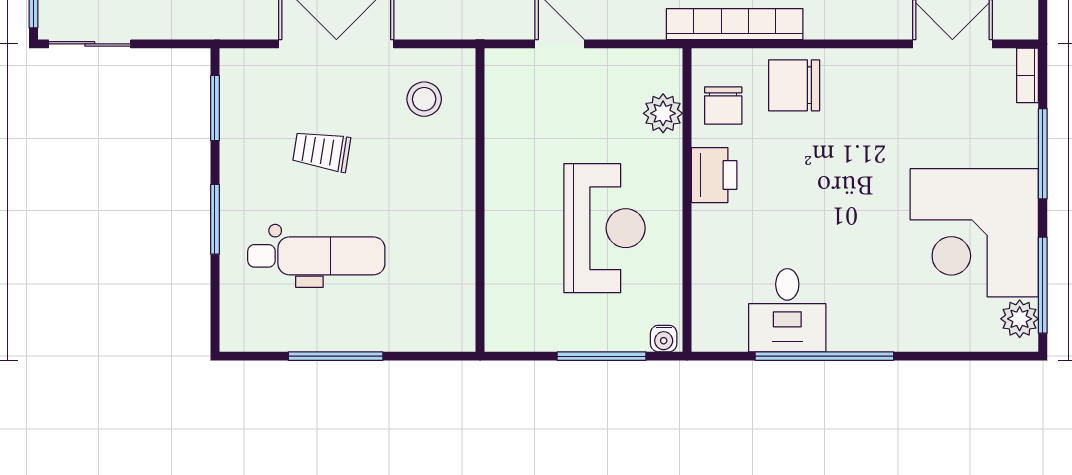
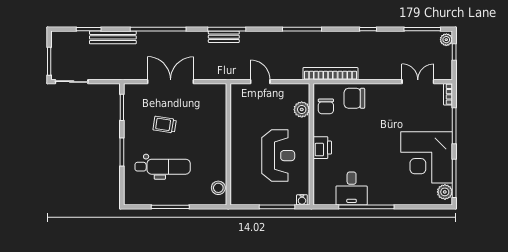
stool: (424, 99) -> (218, 188), moved
printer: (714, 175) -> (322, 148), moved

